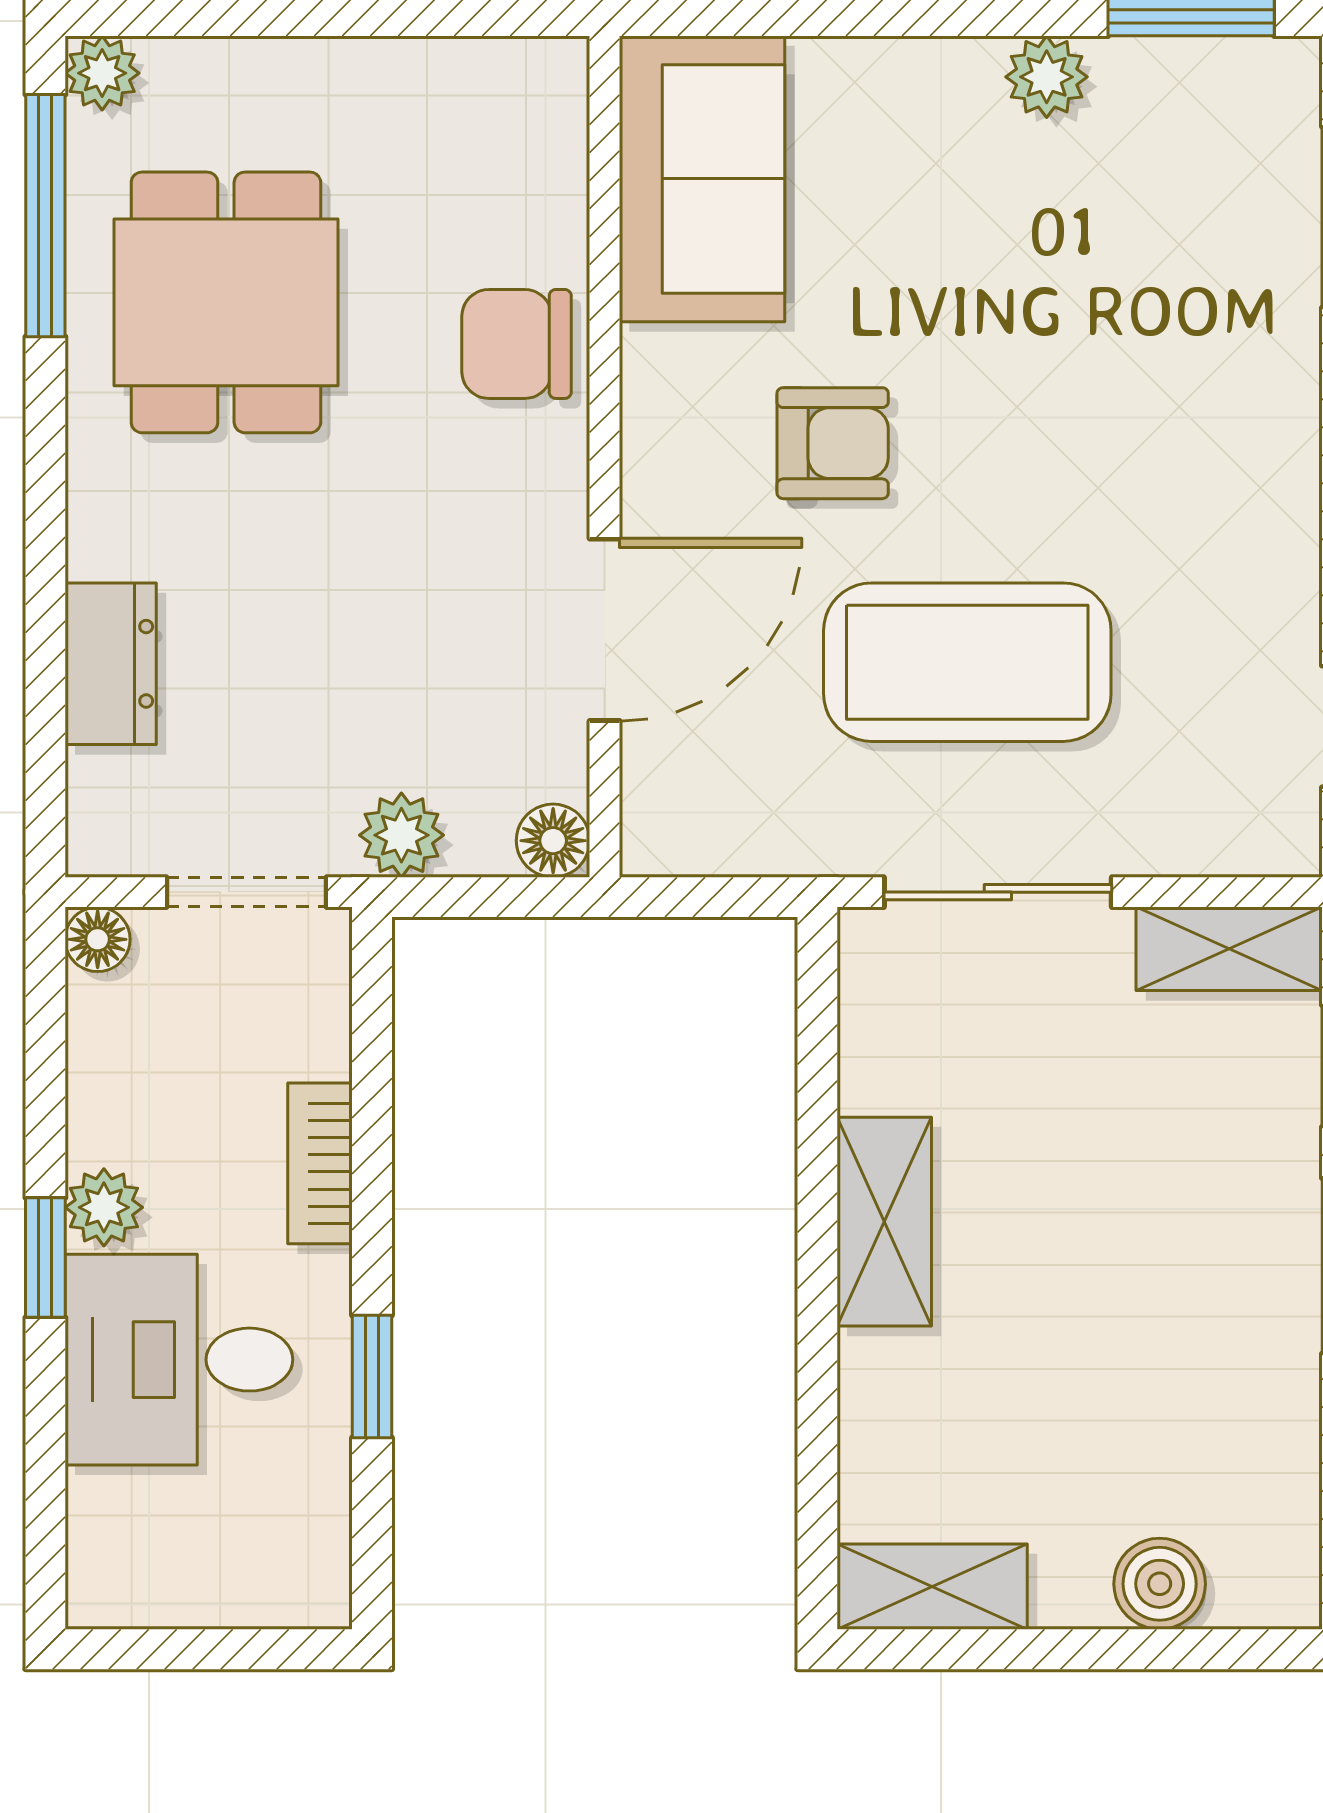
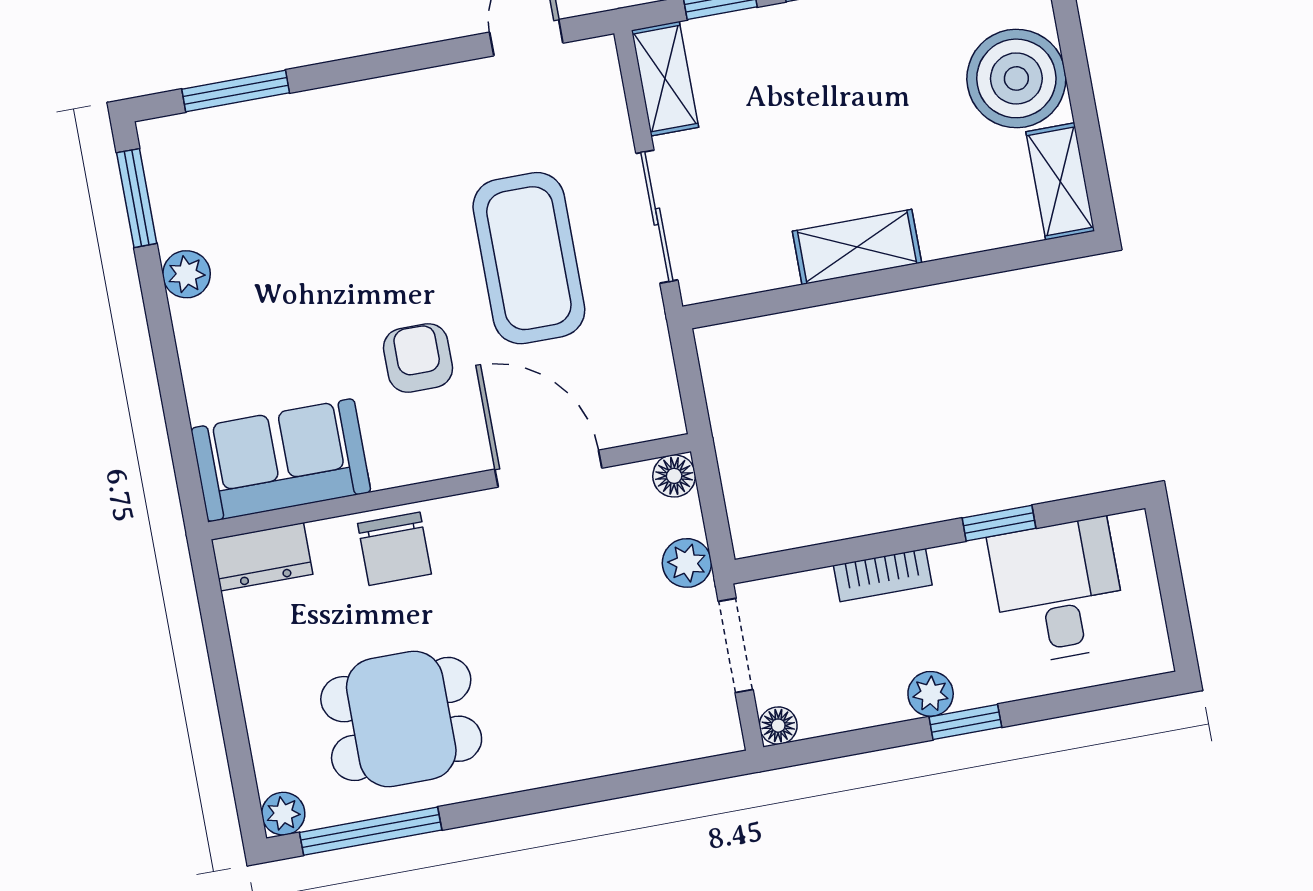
dresser: (111, 664) -> (262, 557), moved, turned 180
desk: (179, 1360) -> (1058, 591), moved, turned 180
boiler: (1160, 1584) -> (1016, 78), width x1.86, depth x1.86

